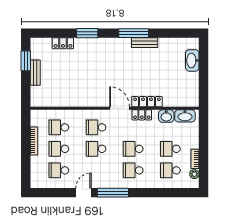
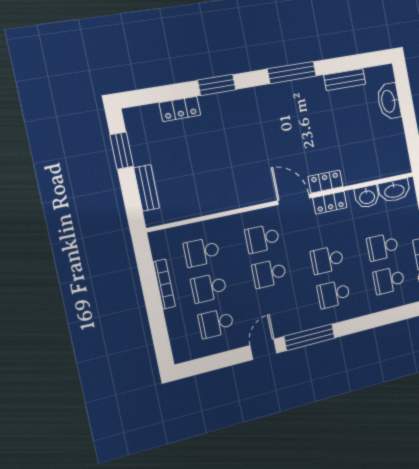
bench: (145, 43) -> (345, 80), moved
bench: (35, 73) -> (147, 188), moved
locker: (147, 102) -> (325, 182), width x0.66

